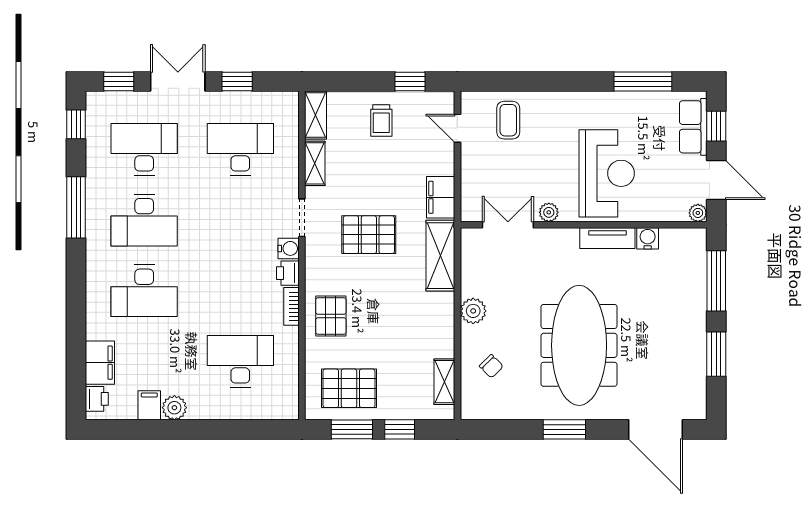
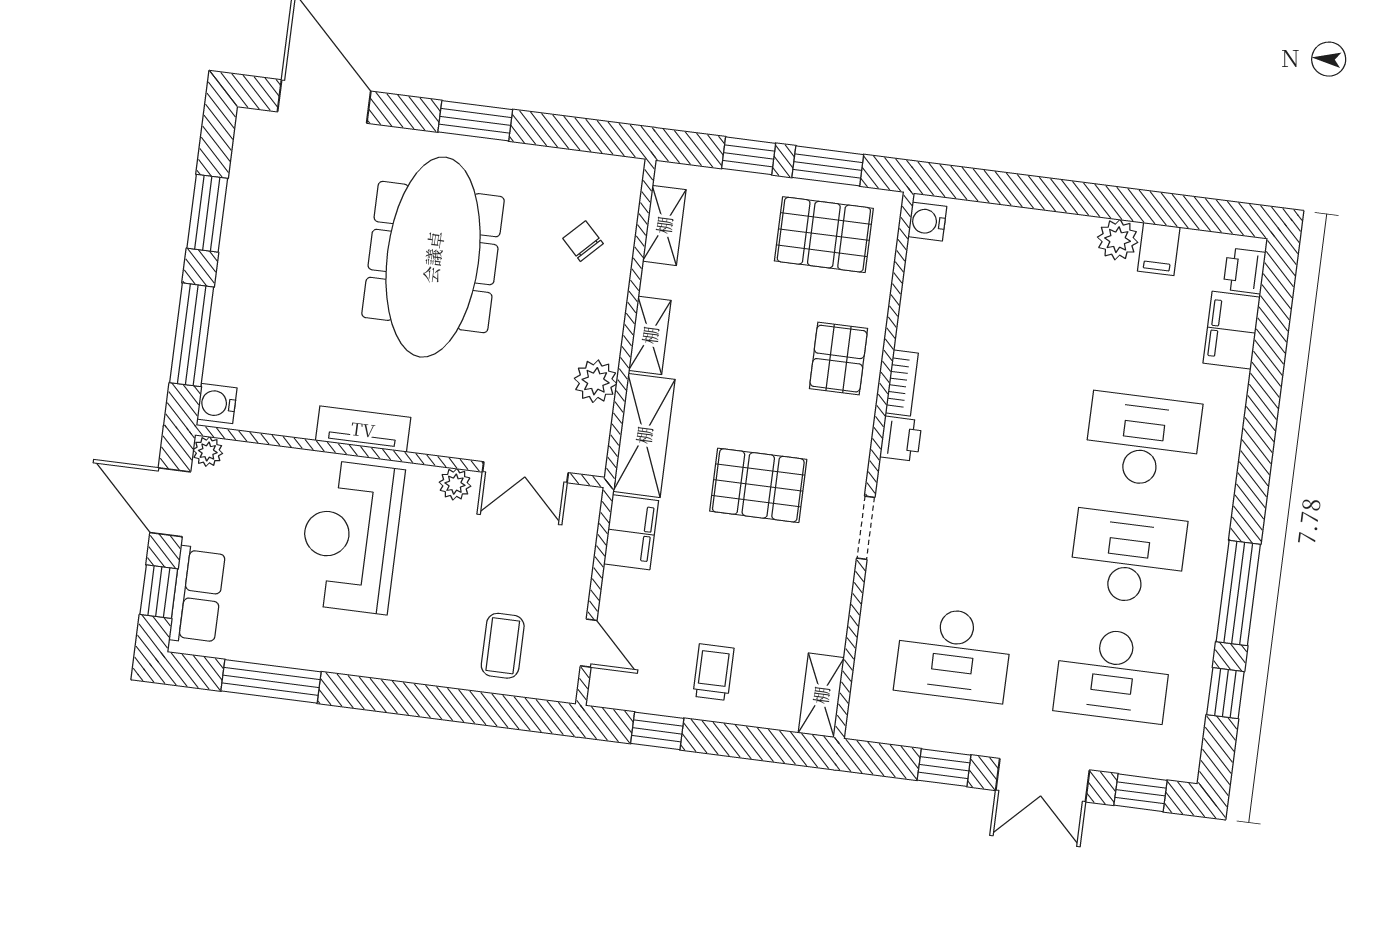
window: (76, 124) -> (1225, 693), moved
shelving: (315, 163) -> (650, 335), moved
water cooler: (648, 238) -> (217, 404), moved, turned 90
water cooler: (289, 248) -> (927, 222), moved
plant: (473, 311) -> (596, 381), moved
desk: (240, 361) -> (998, 302), removed

